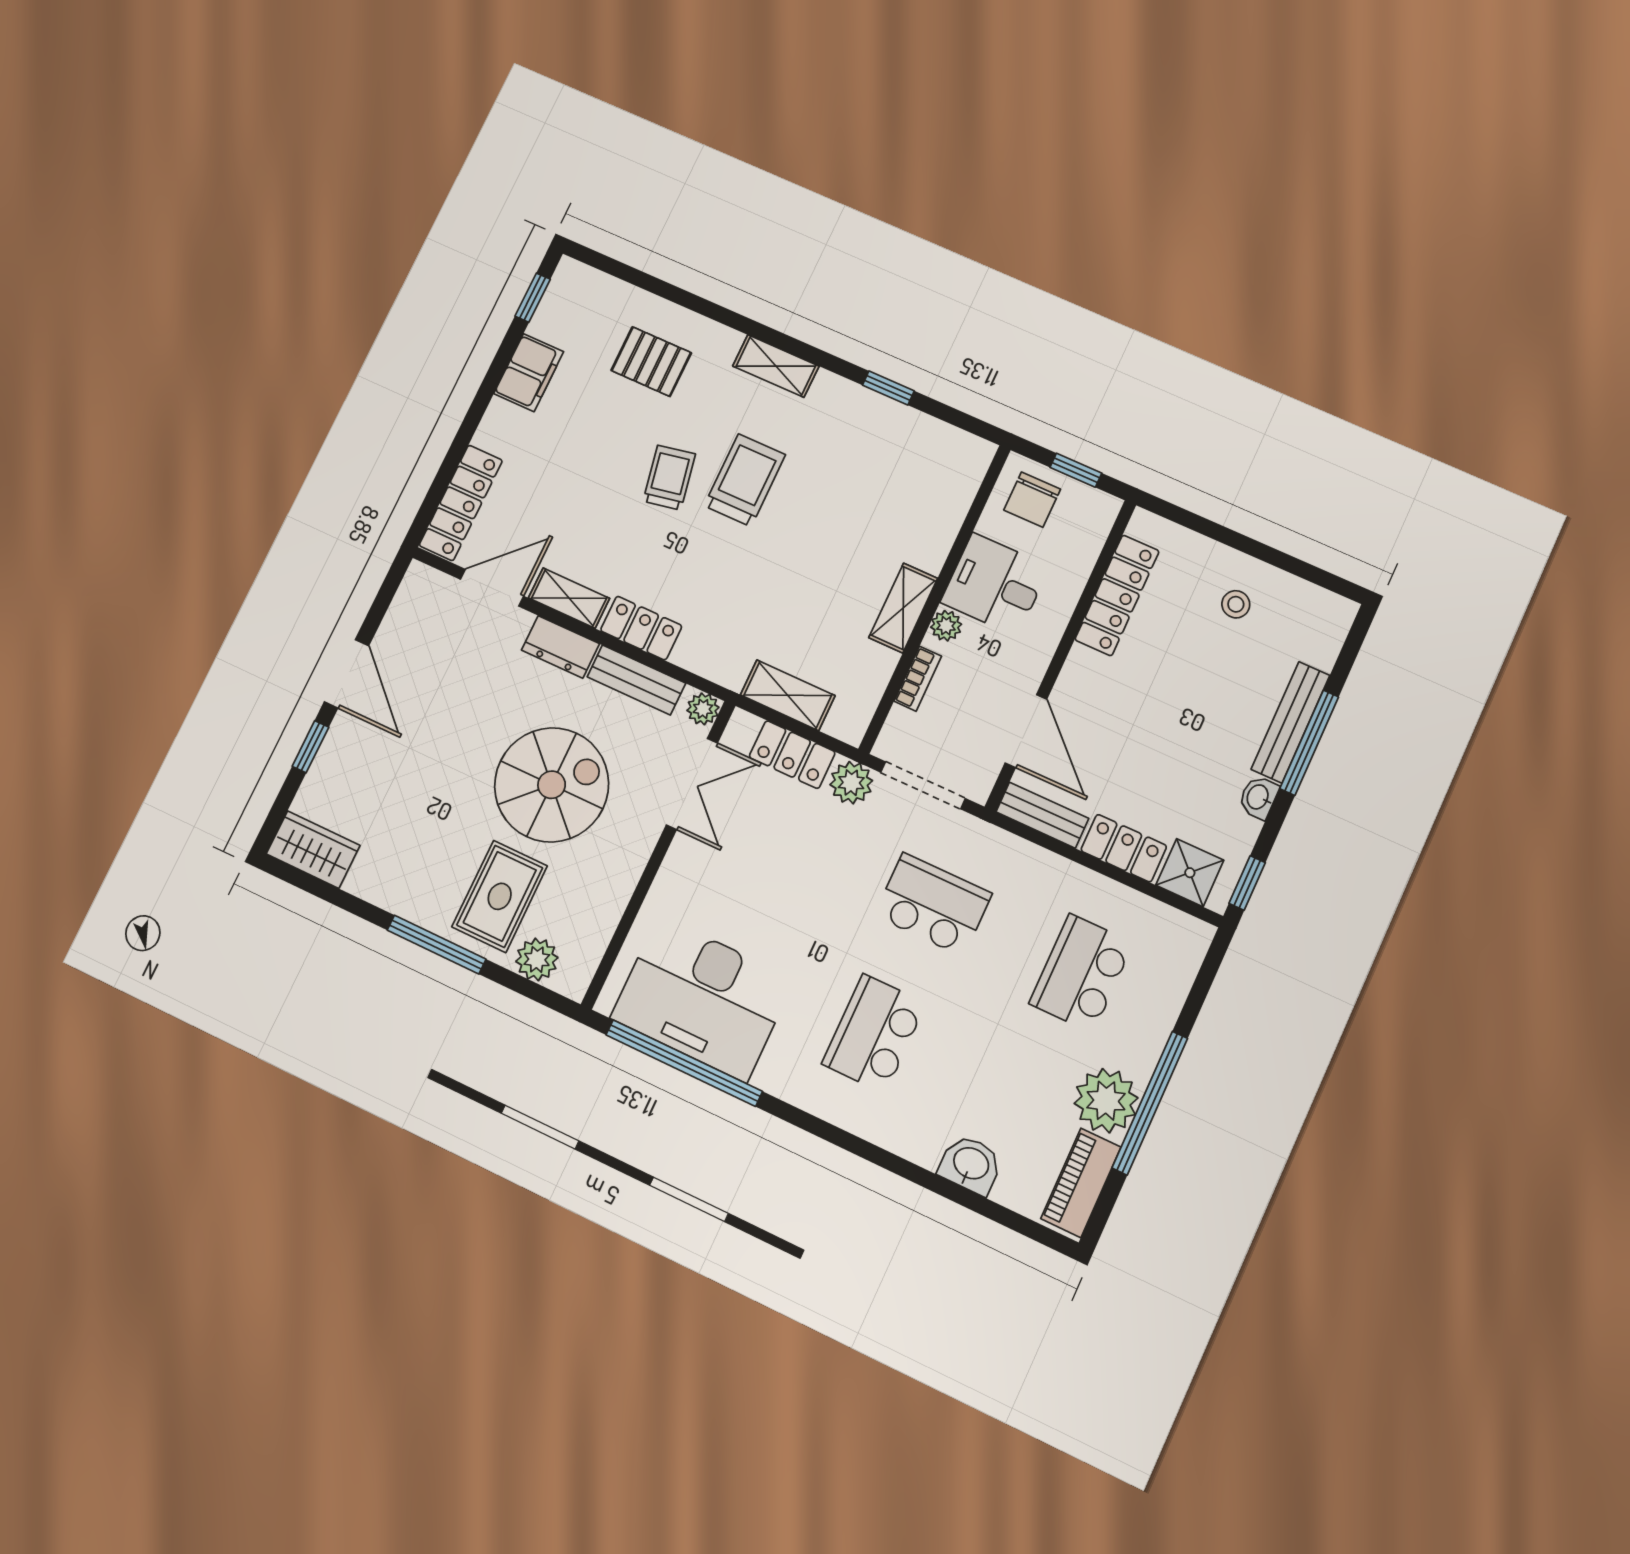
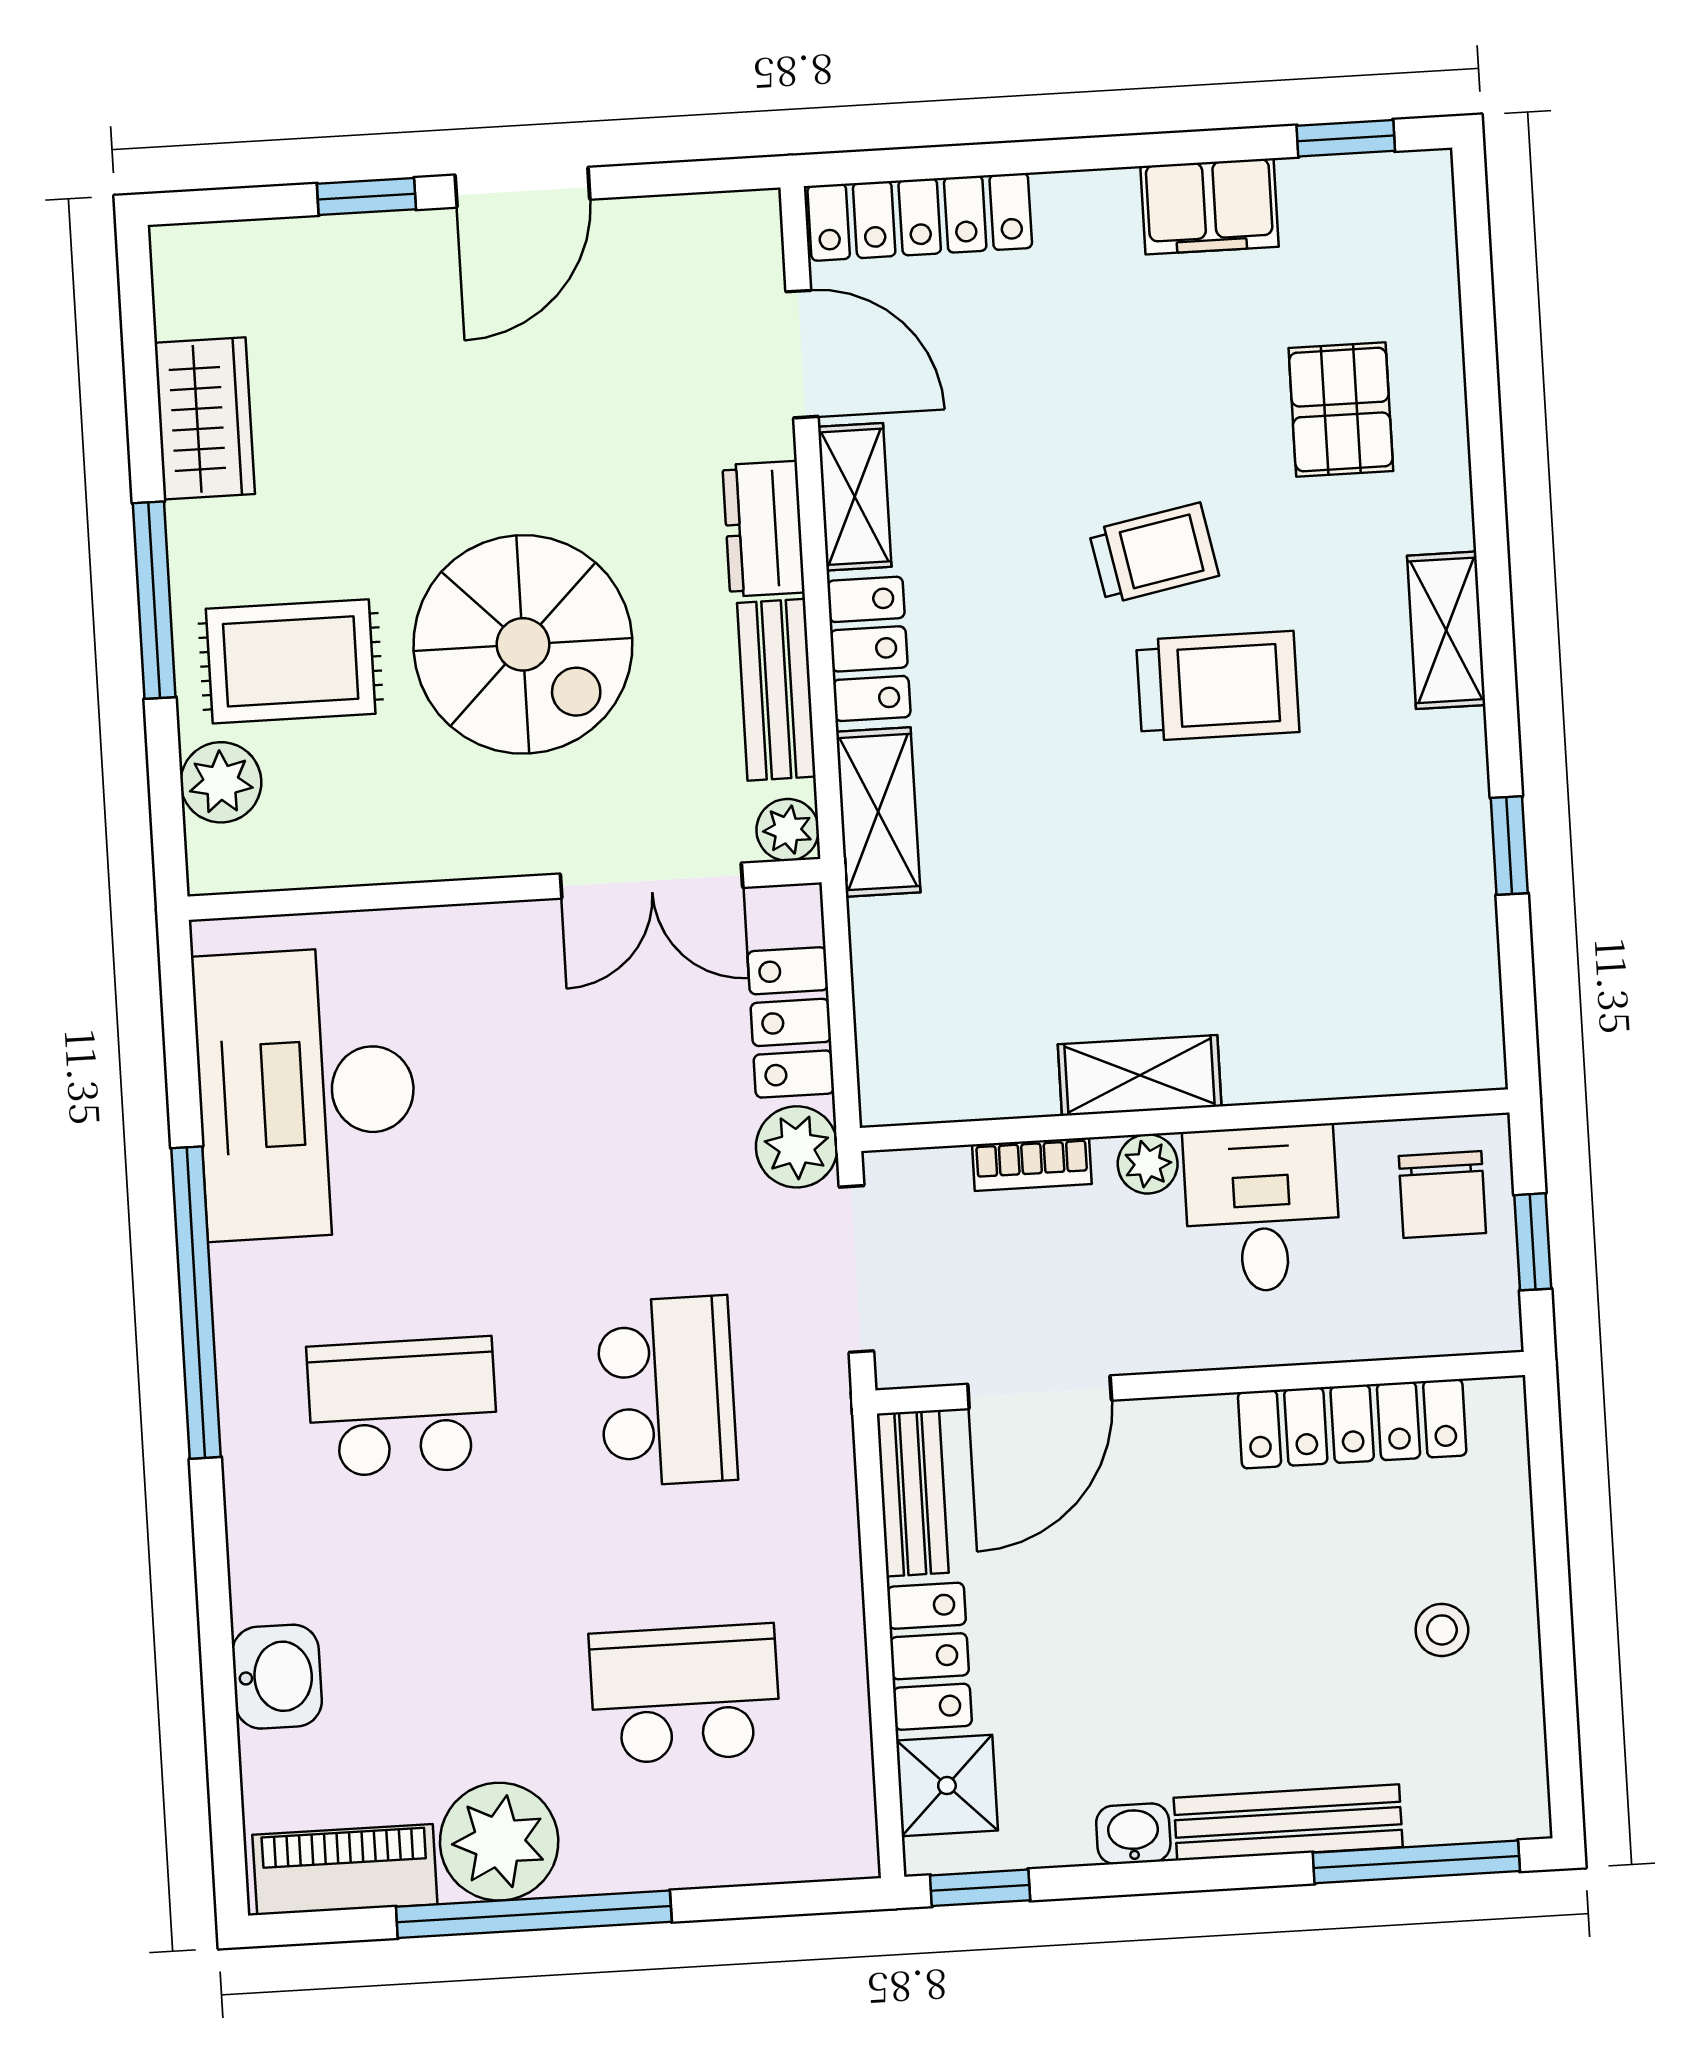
chair: (1032, 500) -> (1442, 1194), turned -90
shelving: (788, 695) -> (878, 812), moved
window: (1309, 743) -> (1416, 1862), moved
wardrobe: (313, 850) -> (205, 418), moved
window: (684, 1063) -> (196, 1303), moved

